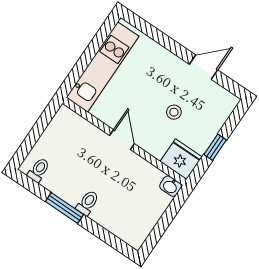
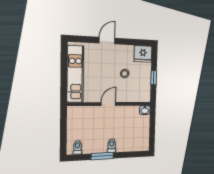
door: (204, 67) -> (107, 41), moved
door: (122, 140) -> (108, 104), hinge flipped
fridge: (181, 159) -> (143, 54), moved, turned 180

